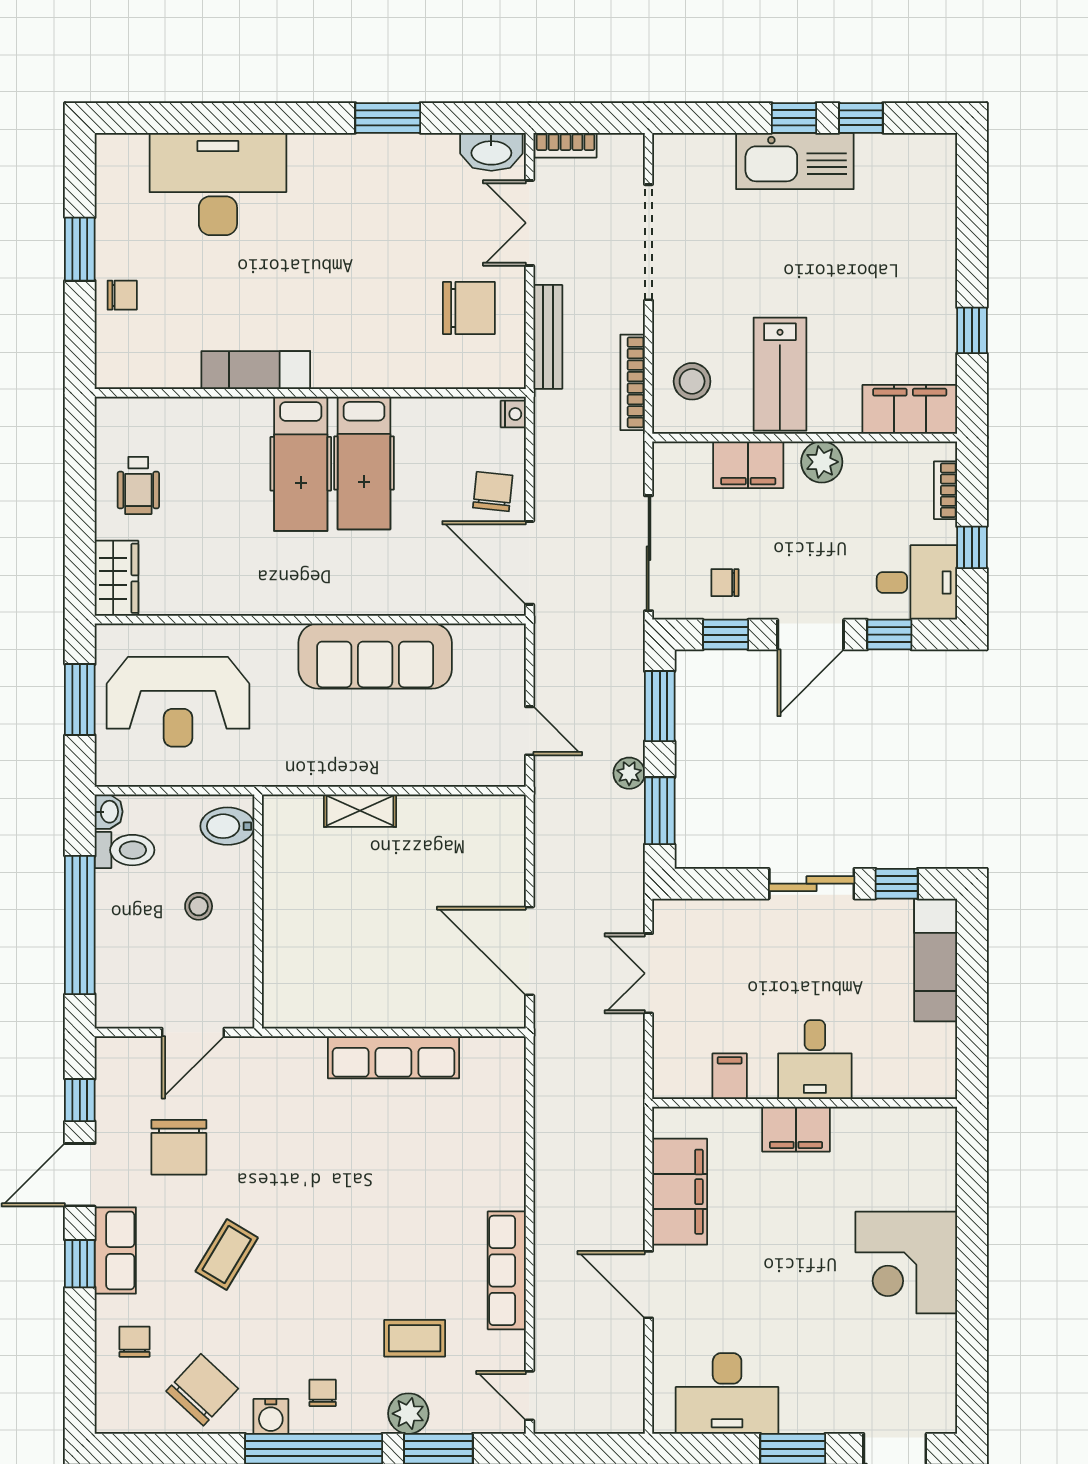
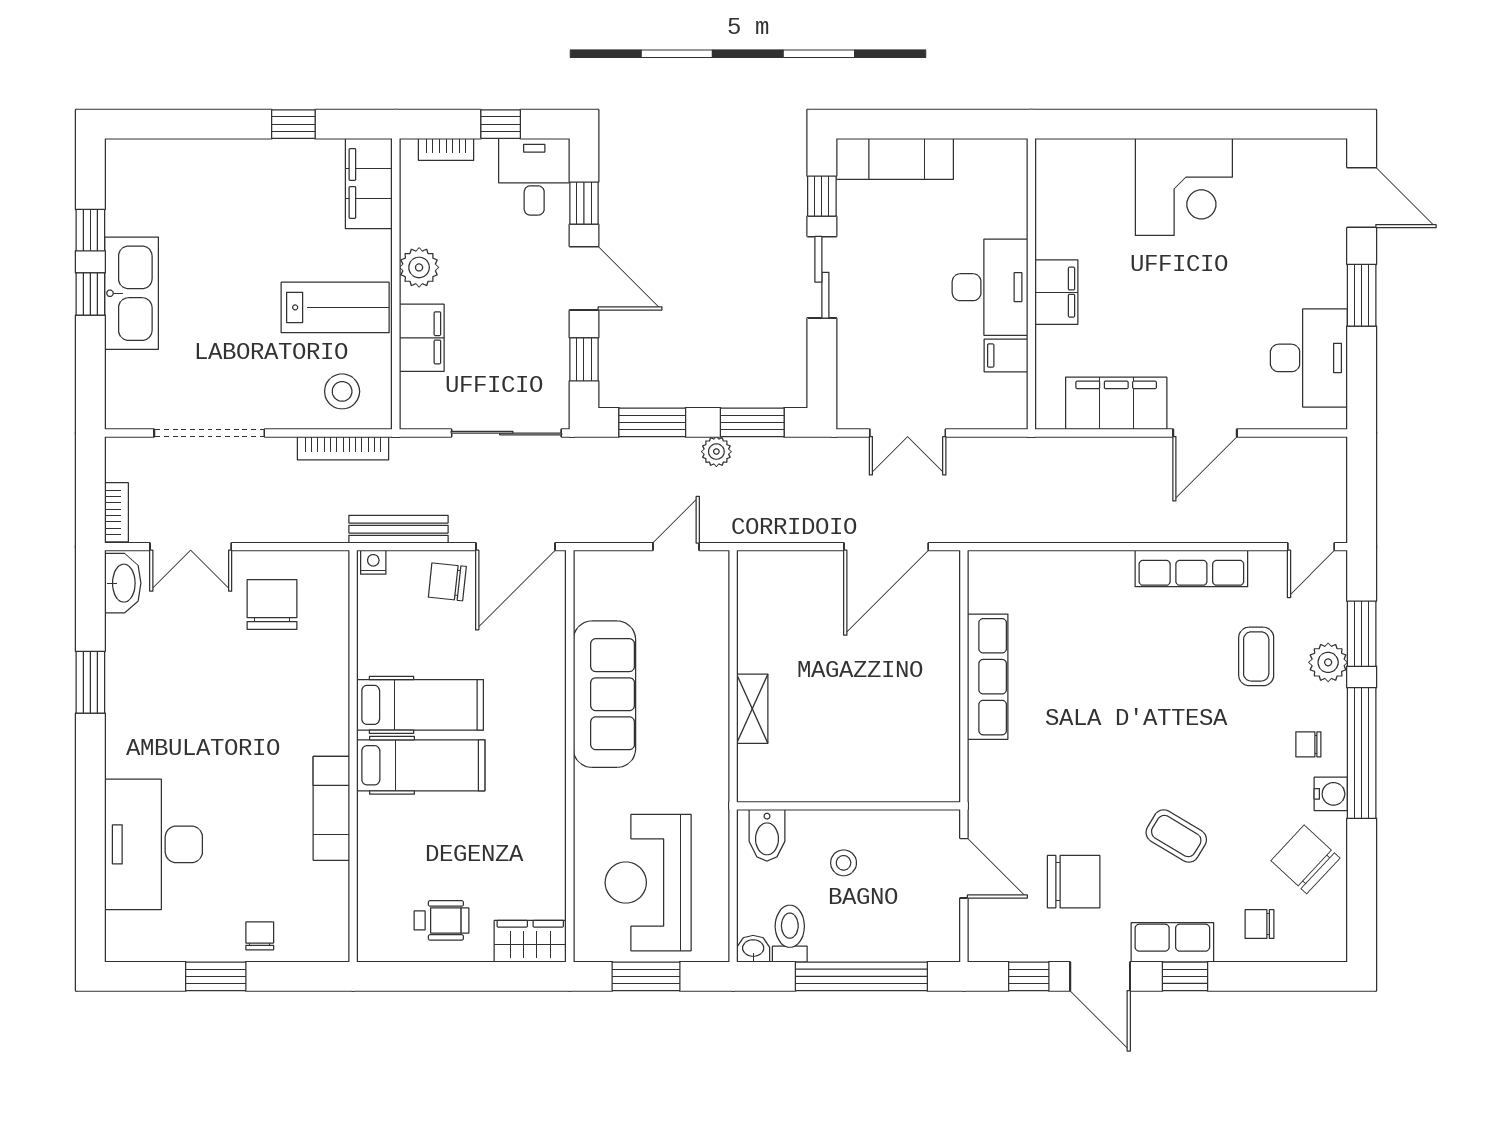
bench: (548, 337) -> (398, 529), moved
chair: (725, 583) -> (534, 360), removed
reception desk: (178, 702) -> (648, 883), turned 180
desk: (815, 1060) -> (990, 287), width x1.37

